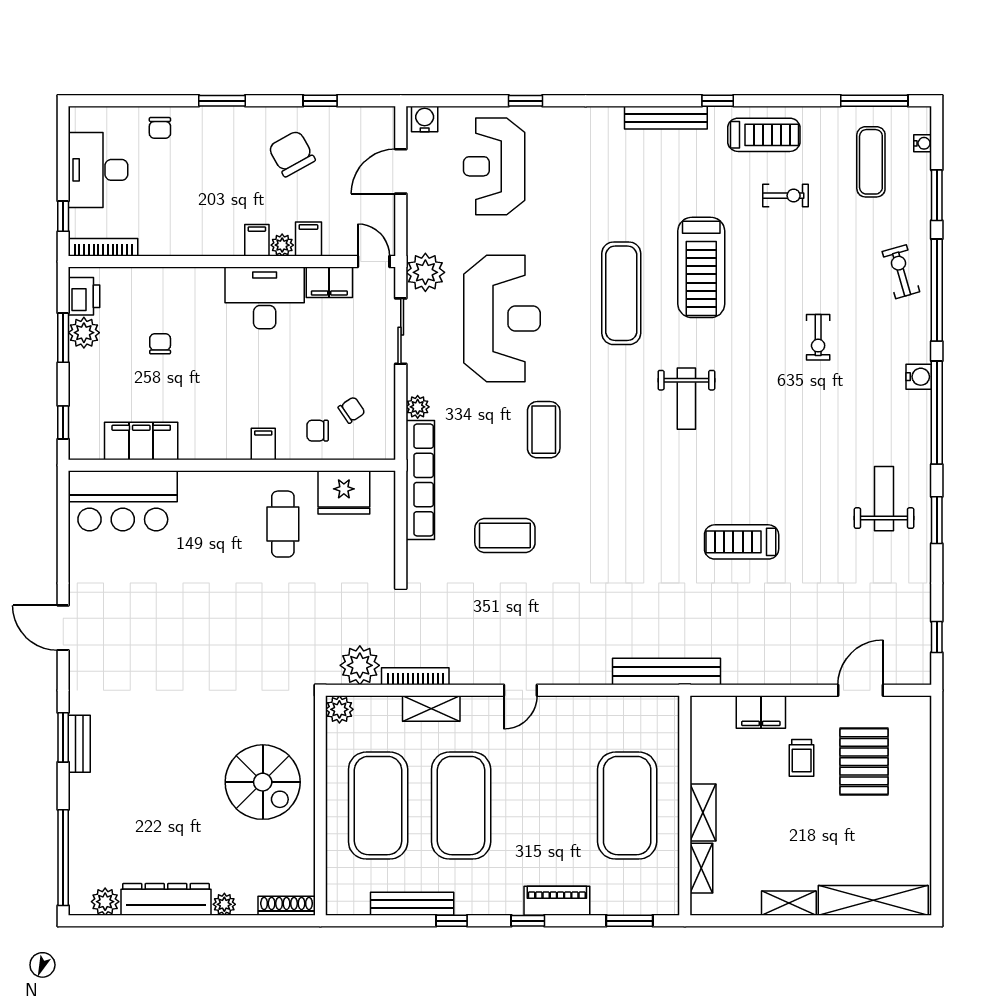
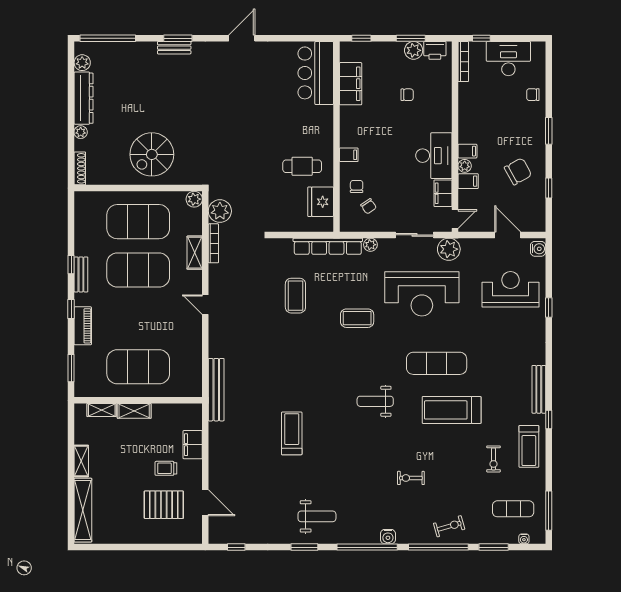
bench: (412, 904) -> (81, 274), moved, width x0.73

